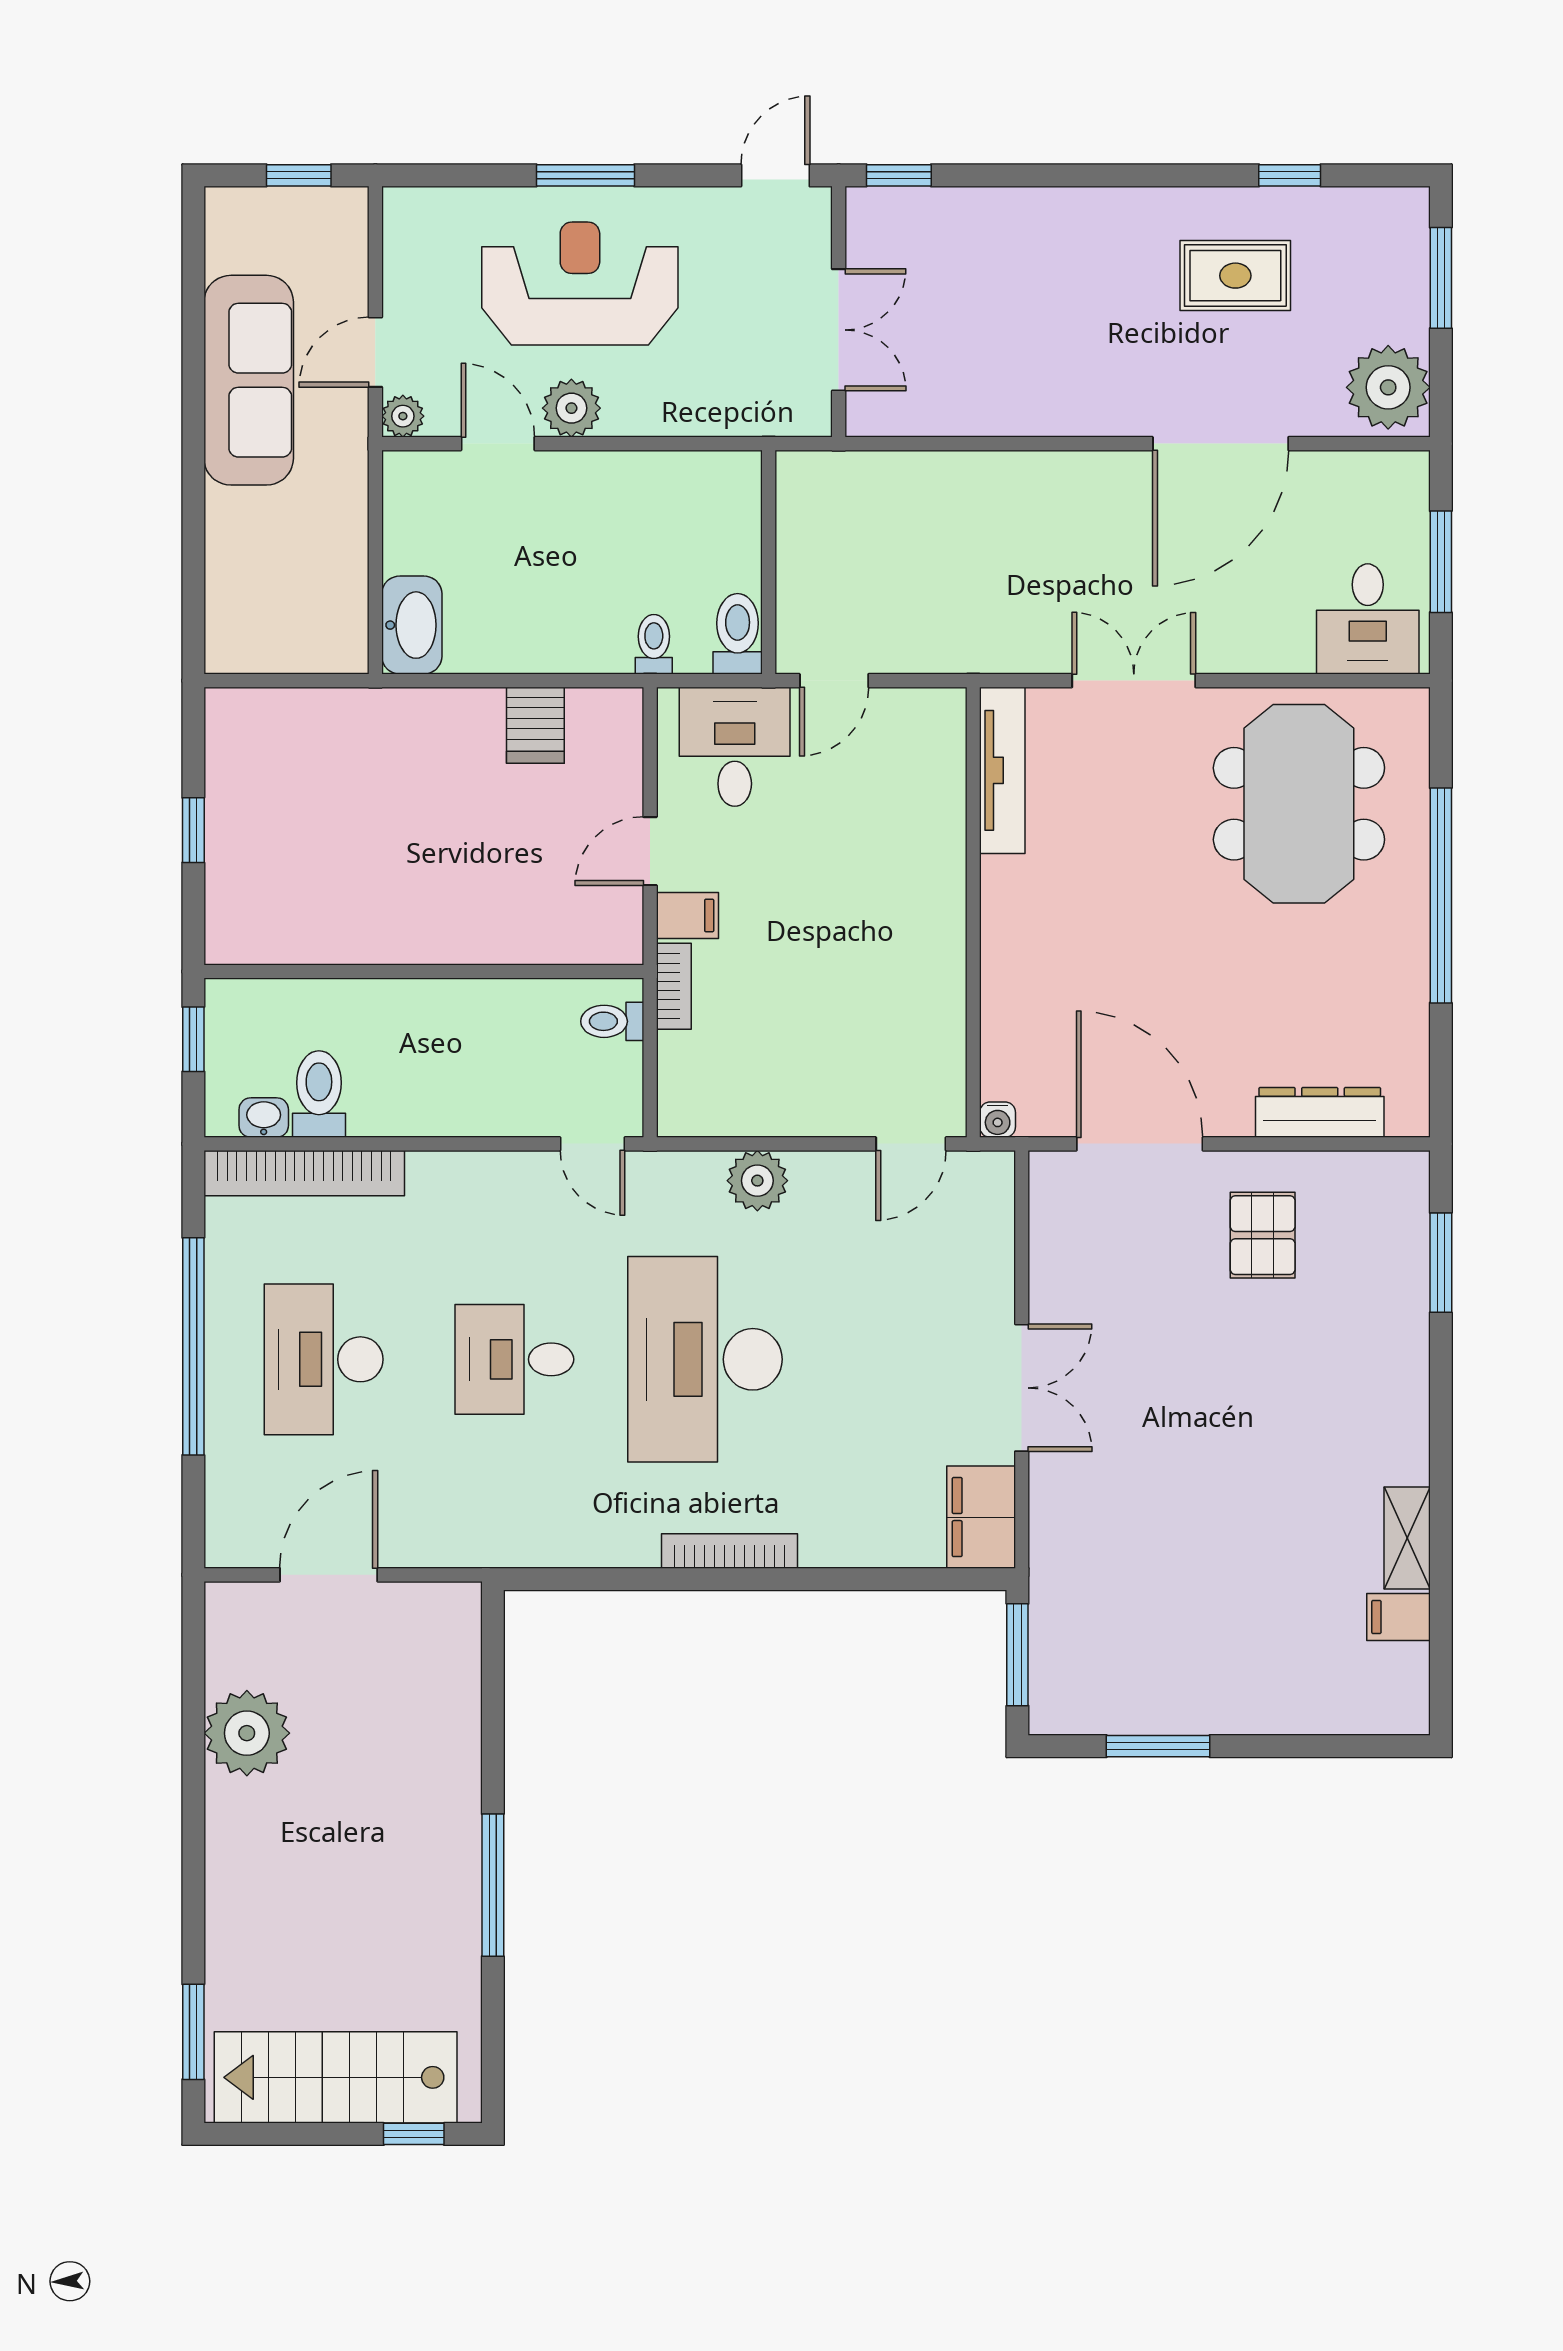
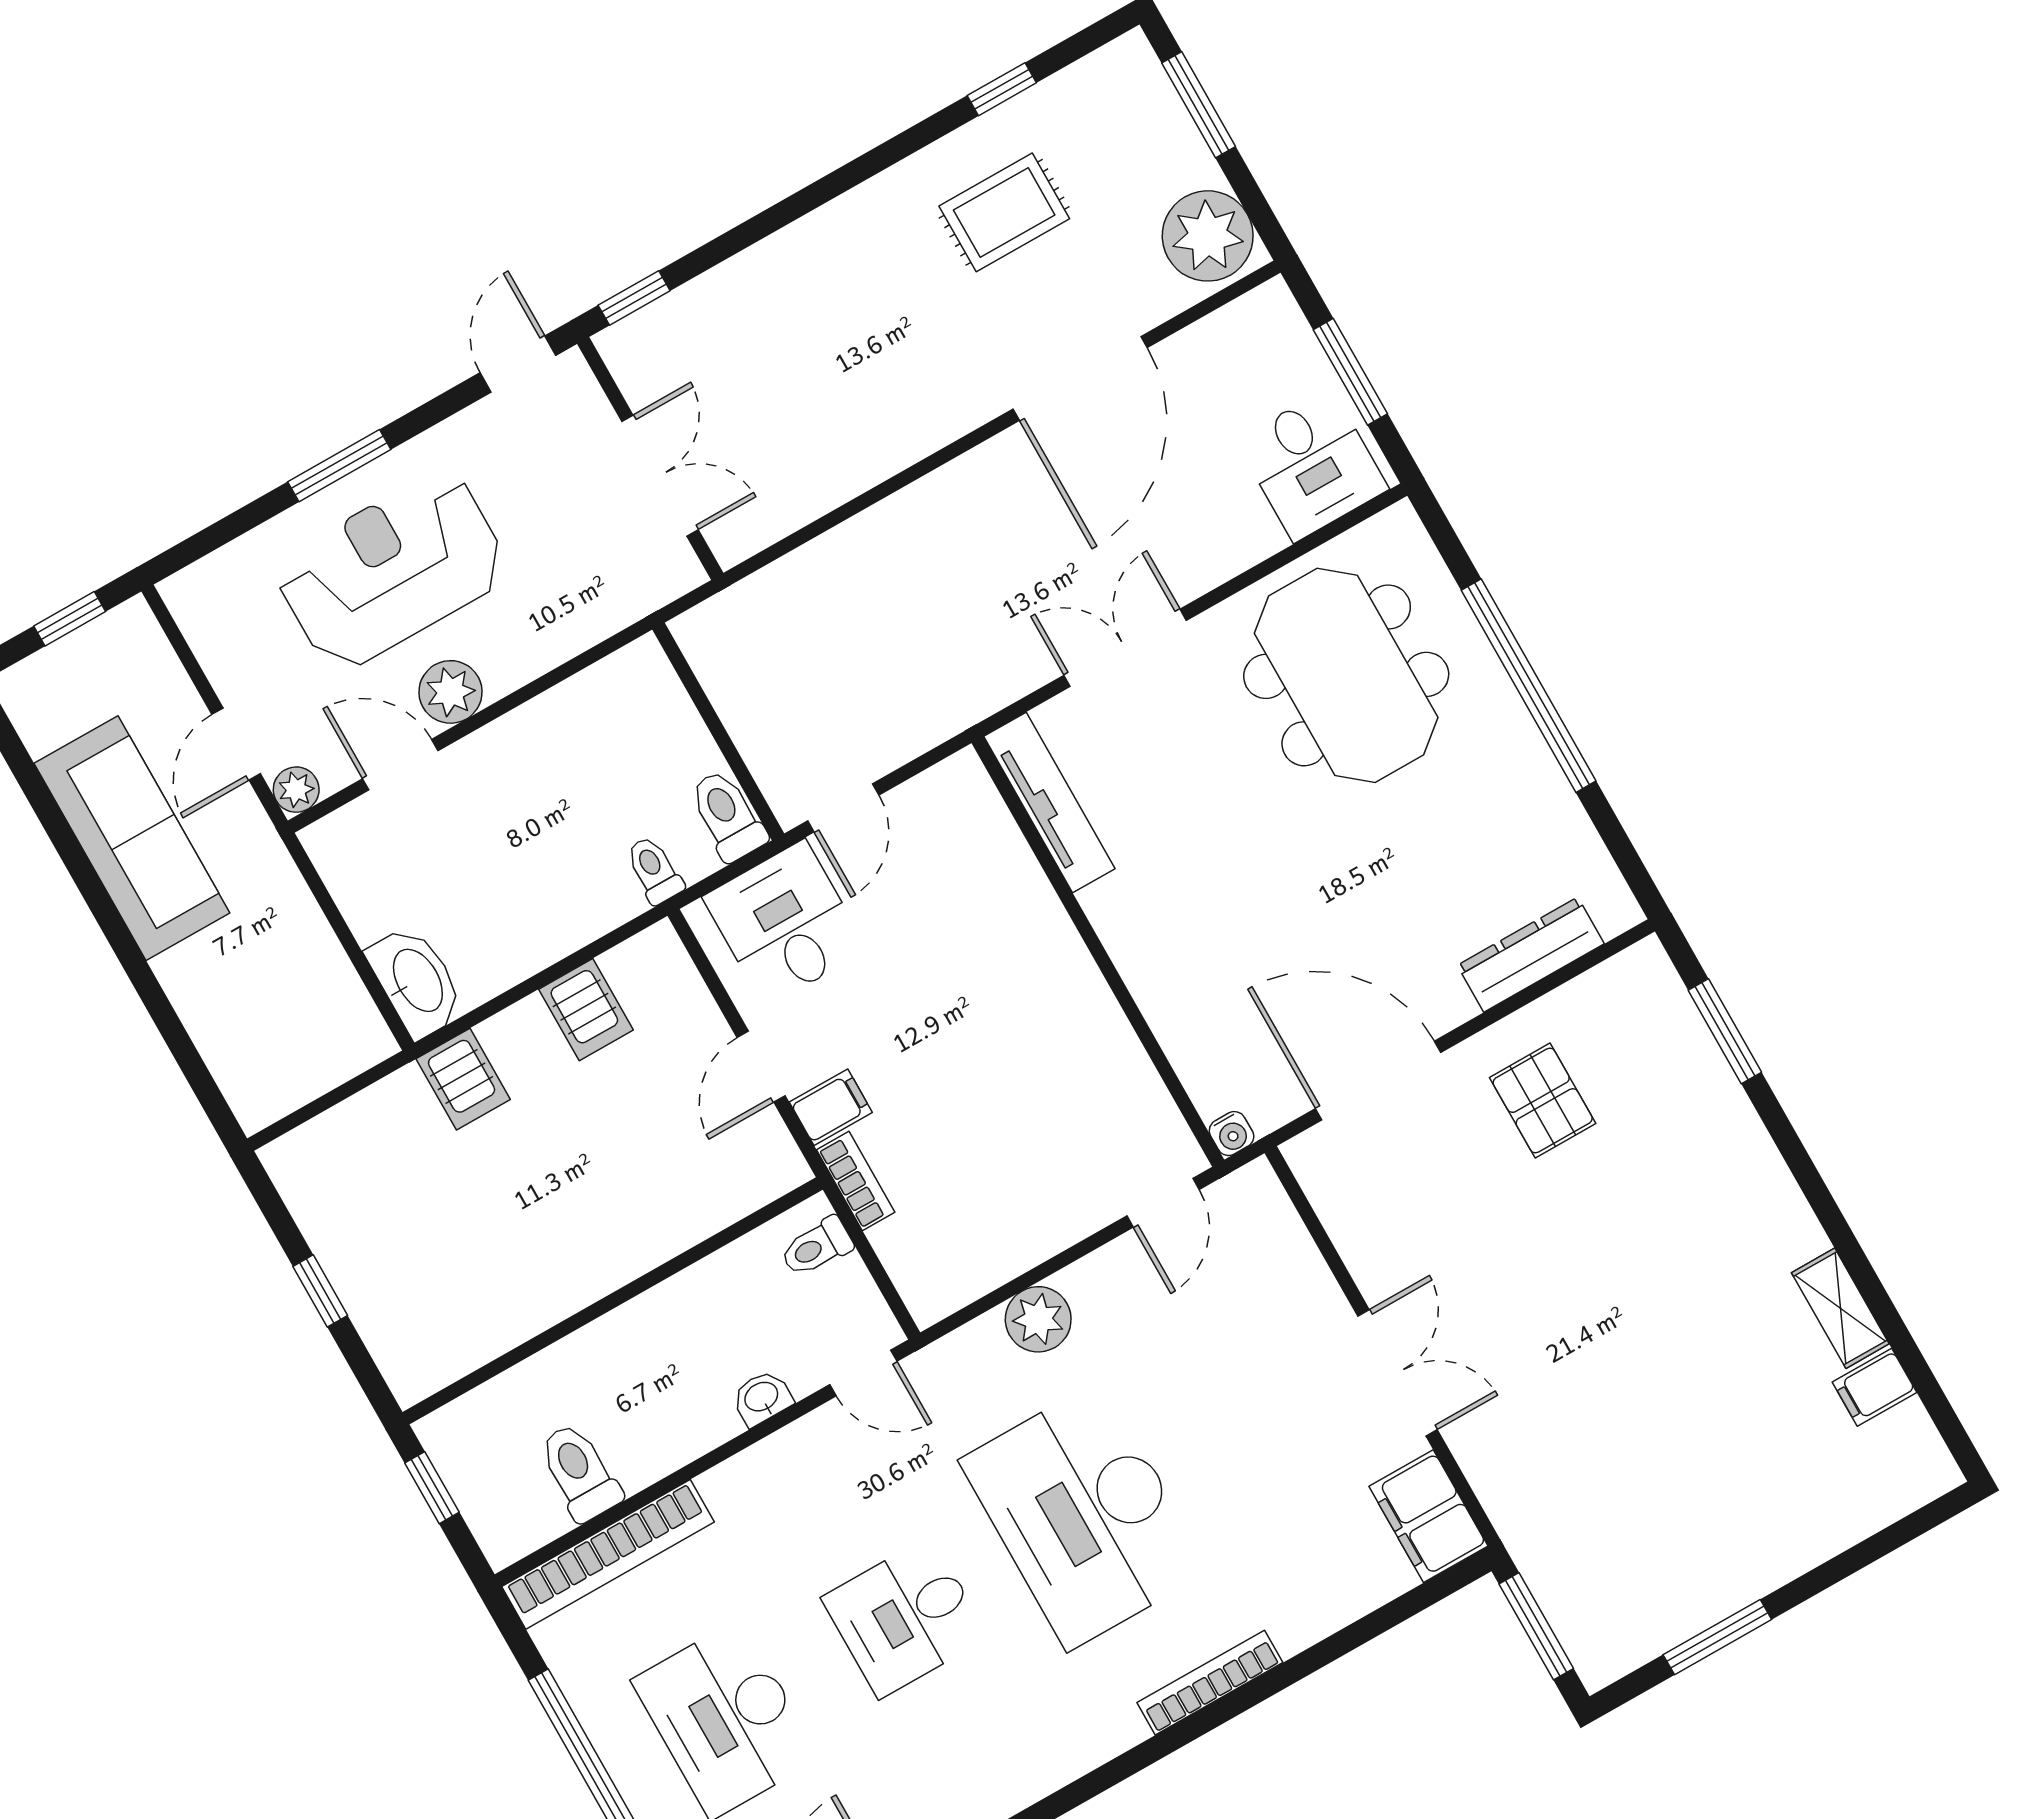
server rack: (405, 725) -> (463, 1079), added
washbasin: (264, 1118) -> (762, 1398), moved

